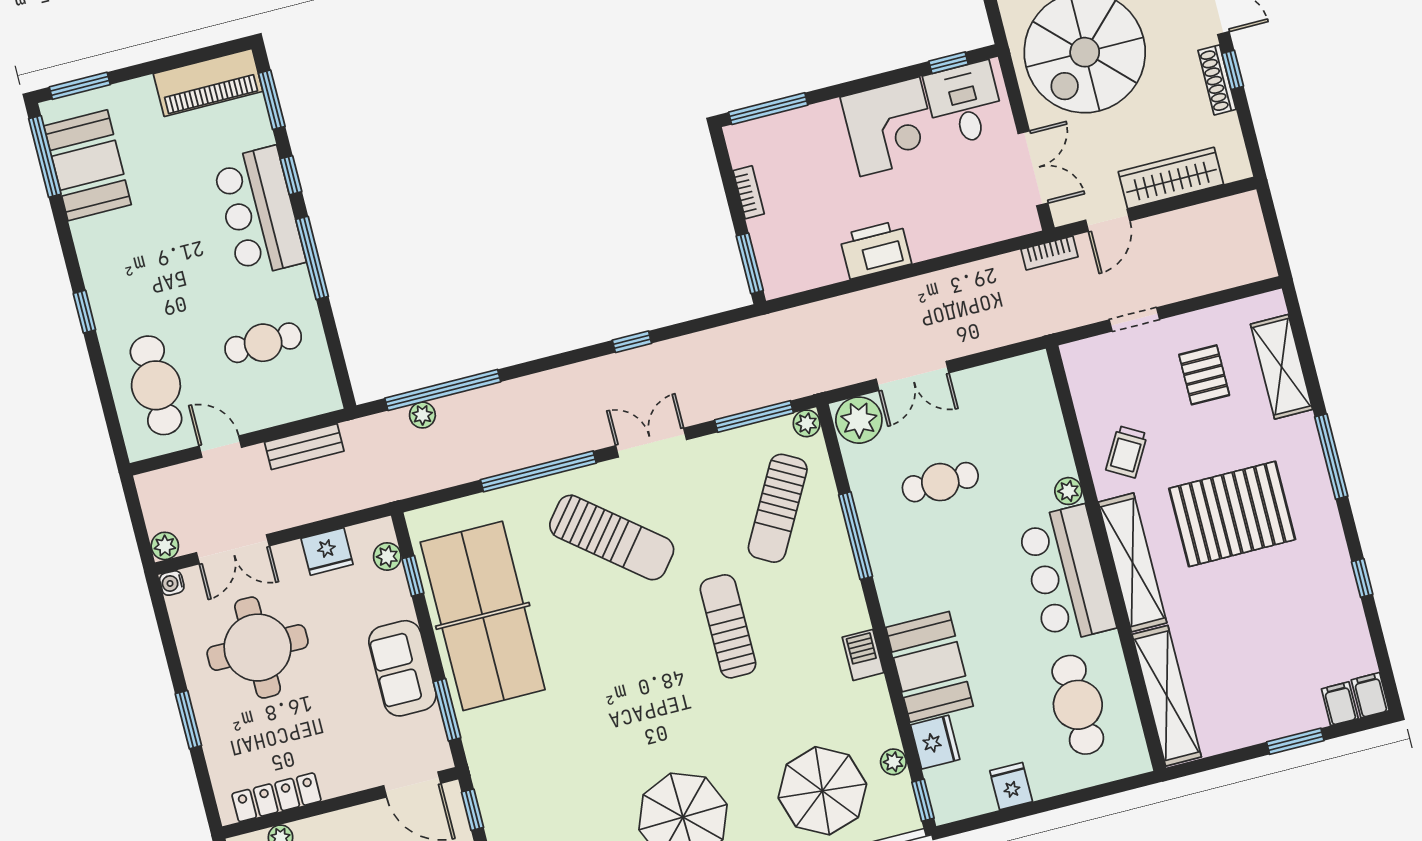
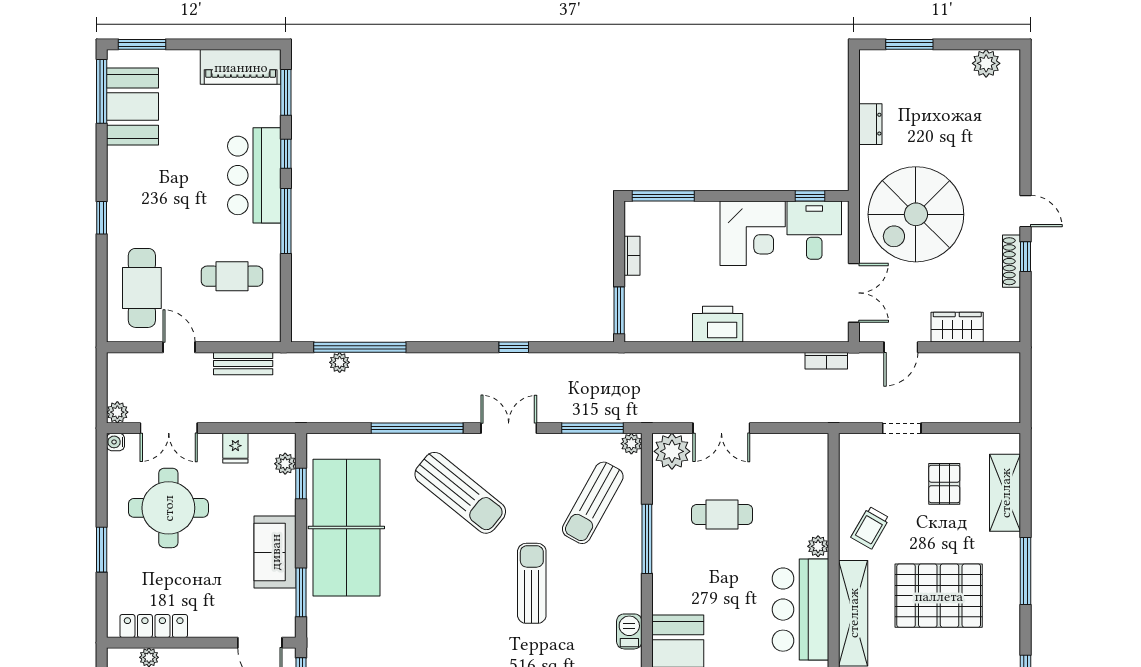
wardrobe: (1171, 178) -> (957, 327), width x0.67
bookcase: (1049, 253) -> (826, 361), moved
fridge: (327, 551) -> (235, 448), width x0.72

